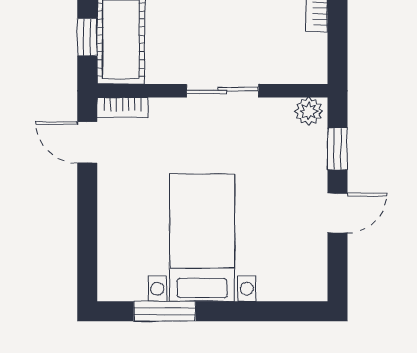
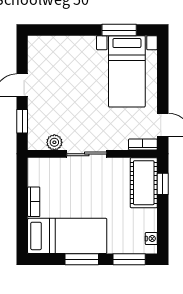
plant: (309, 111) -> (54, 142), moved
bed with nightstands: (202, 238) -> (127, 71), moved

